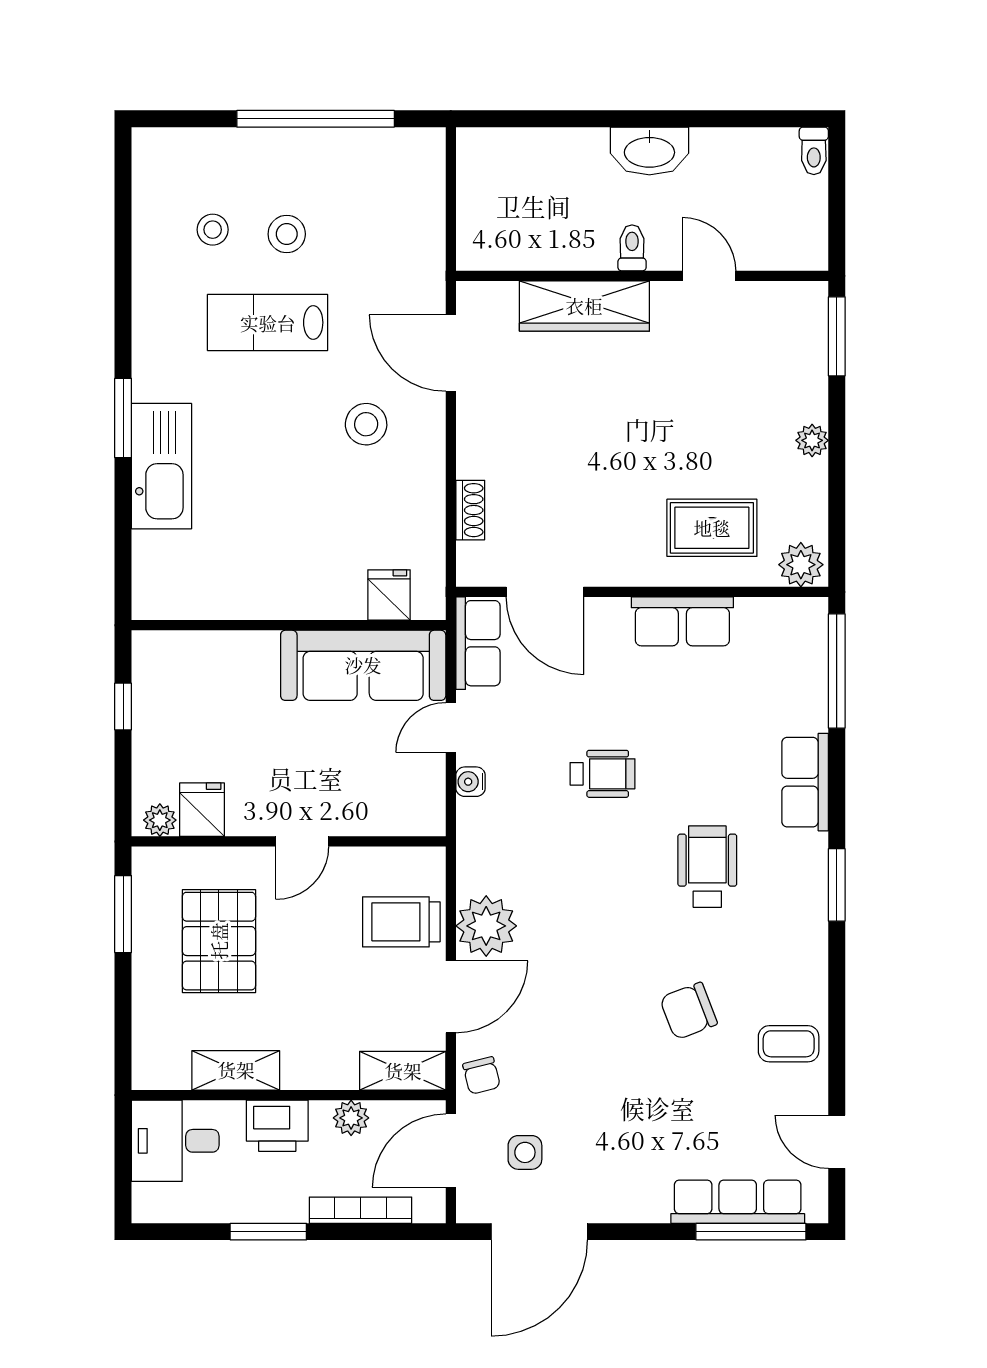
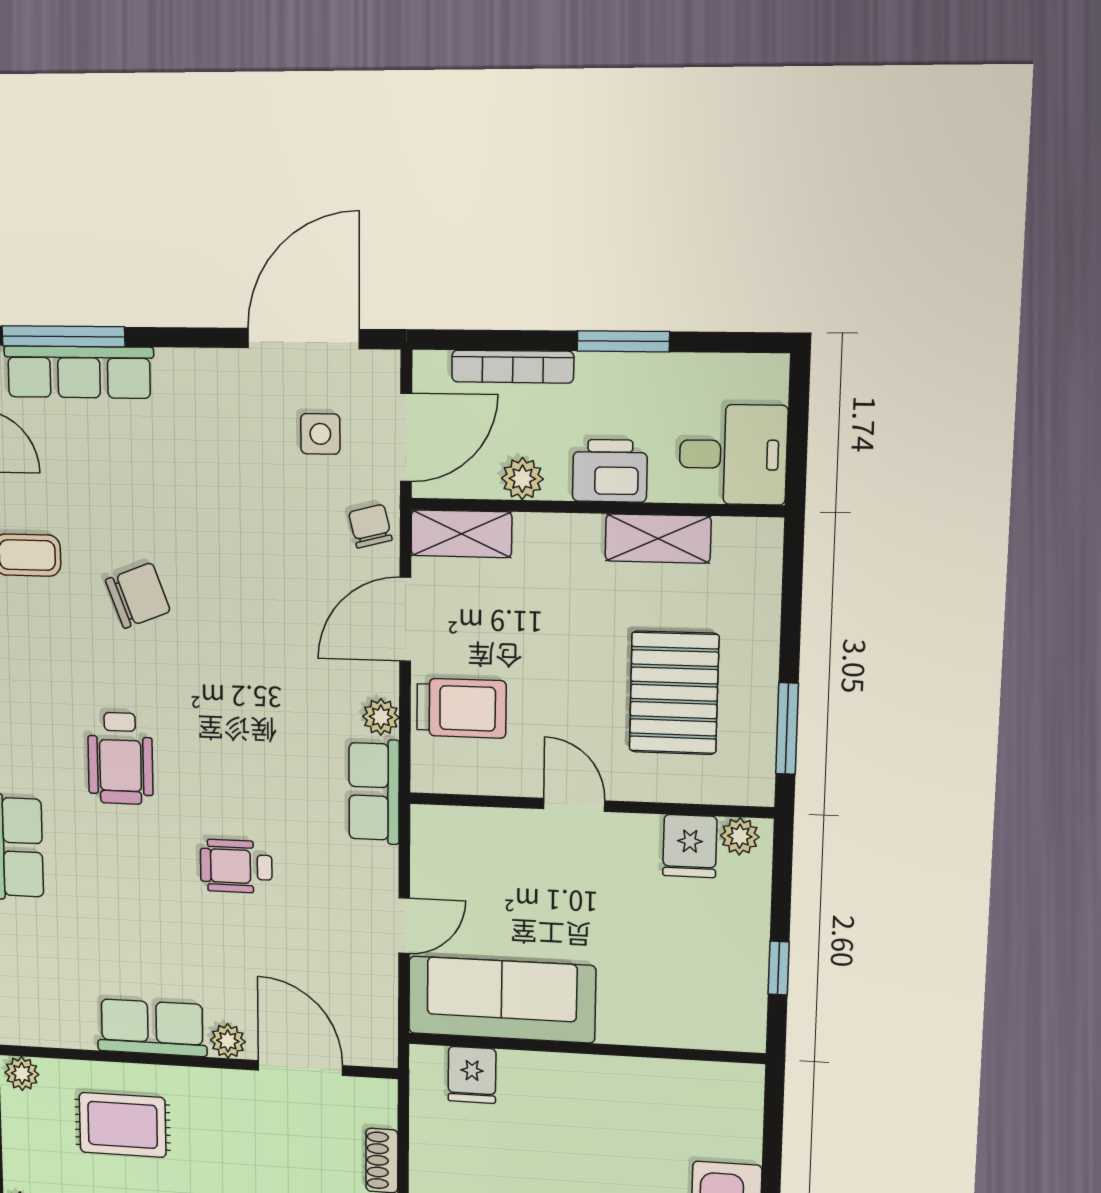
plant: (801, 565) -> (22, 1074), width x0.73, depth x0.73
plant: (612, 613) -> (228, 1041), added
row of seats: (478, 643) -> (374, 792), moved
water cooler: (470, 782) -> (382, 864), removed
door: (302, 841) -> (574, 805), hinge flipped
plant: (486, 926) -> (381, 717), width x0.53, depth x0.53

